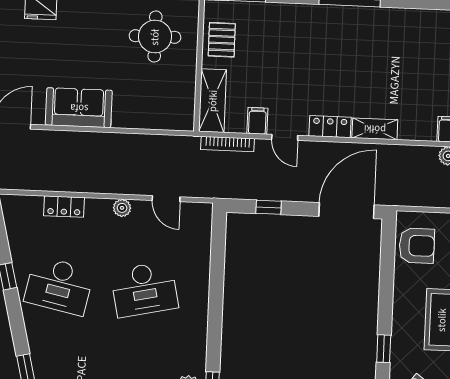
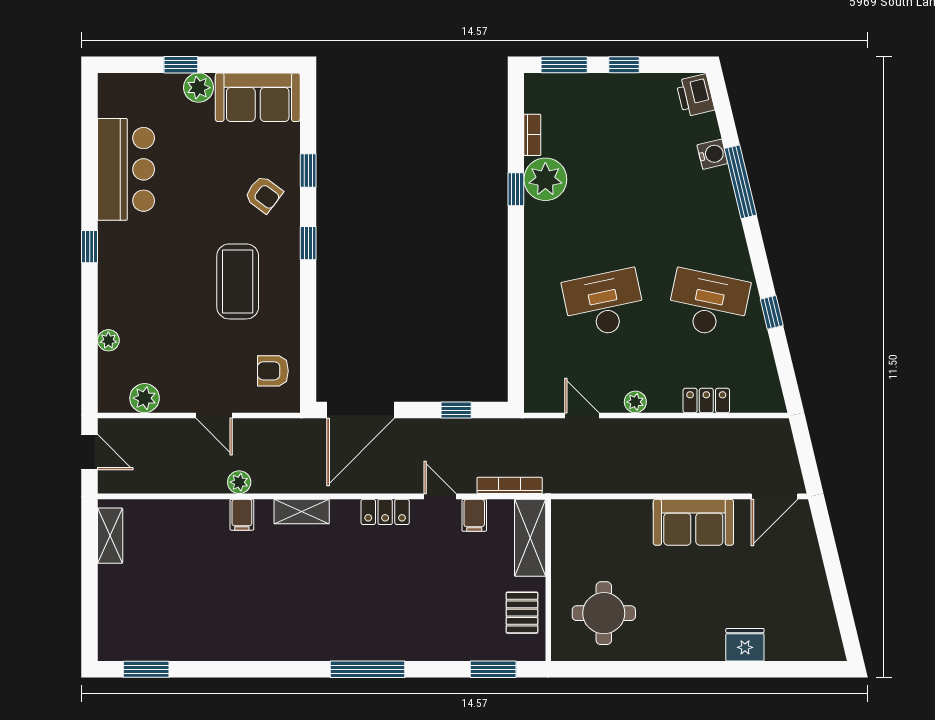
shelving: (375, 129) -> (302, 512), moved
armchair: (417, 246) -> (273, 371), width x0.72, depth x0.72

